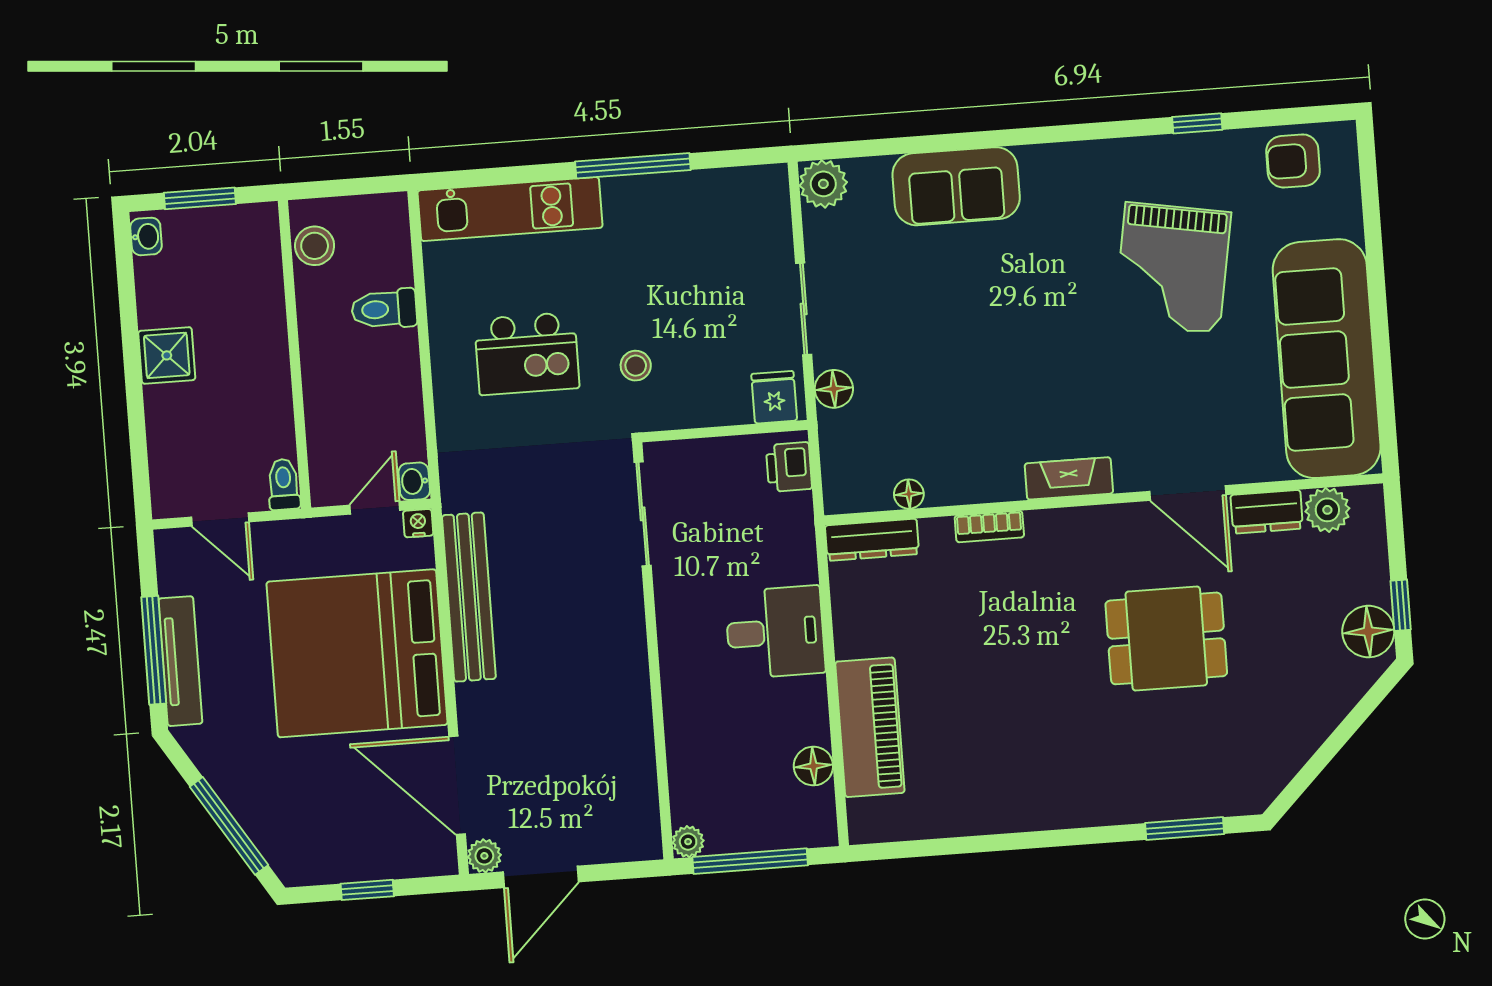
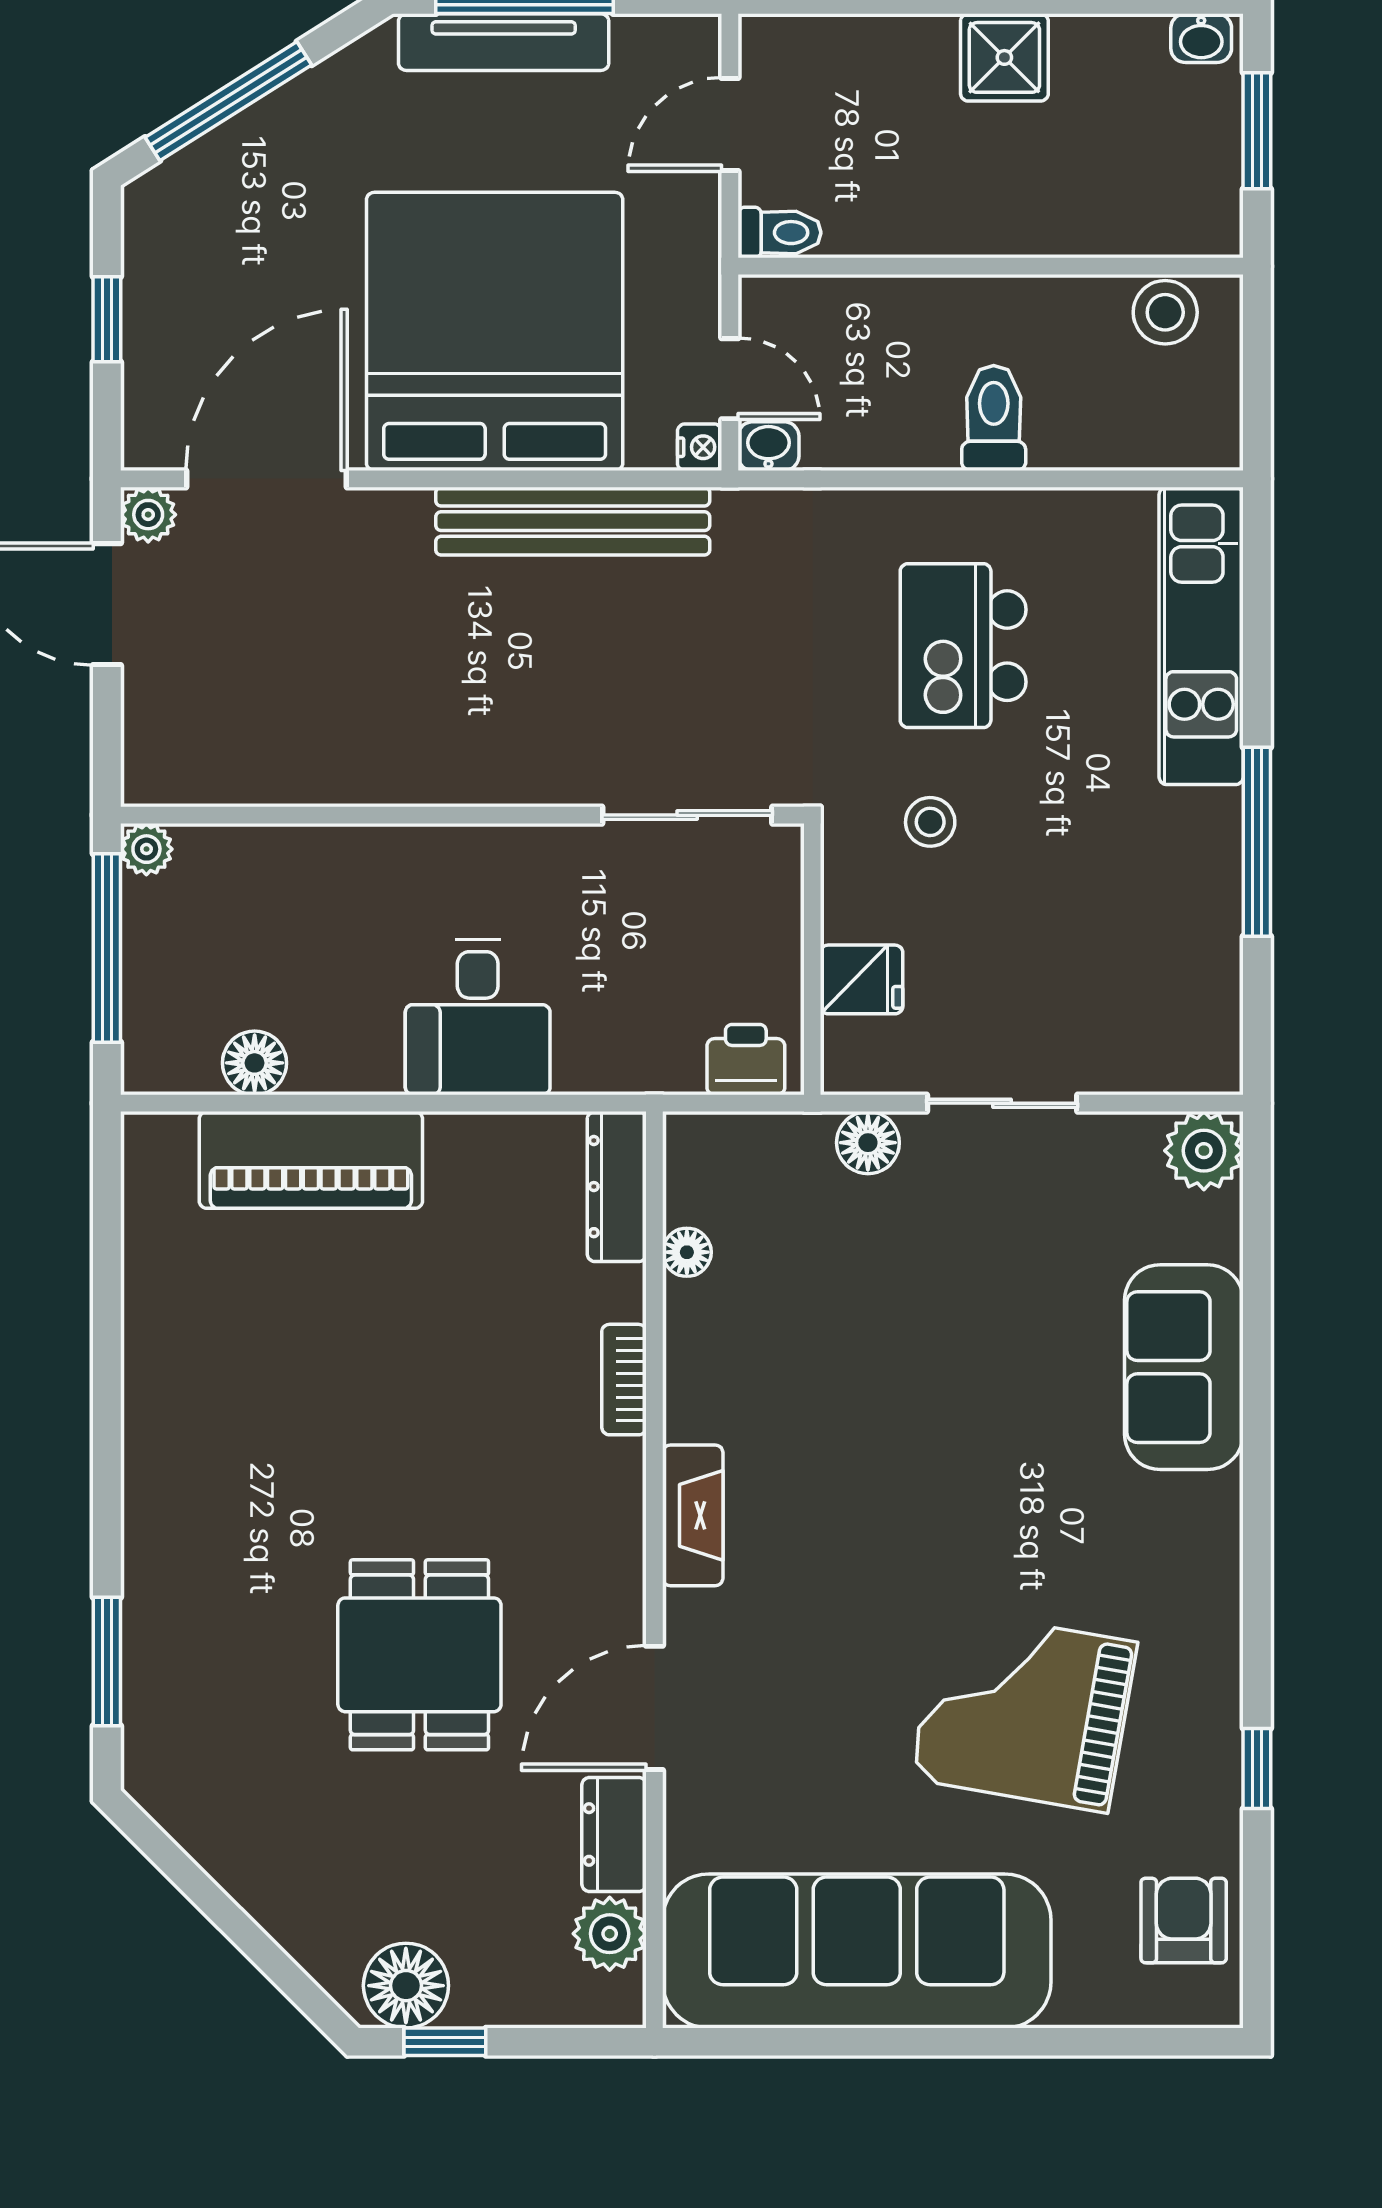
toilet: (384, 309) -> (994, 418), moved
fridge: (774, 397) -> (862, 979), moved

